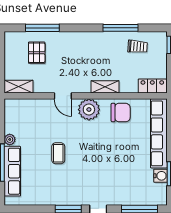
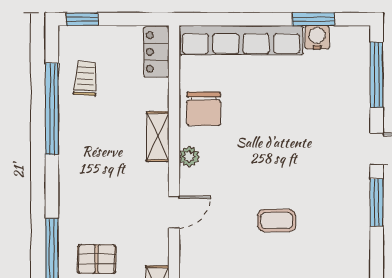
window: (121, 28) -> (52, 109), width x1.46
plant: (89, 110) -> (189, 157), width x0.53, depth x0.53
chair: (121, 113) -> (204, 109), turned 180

